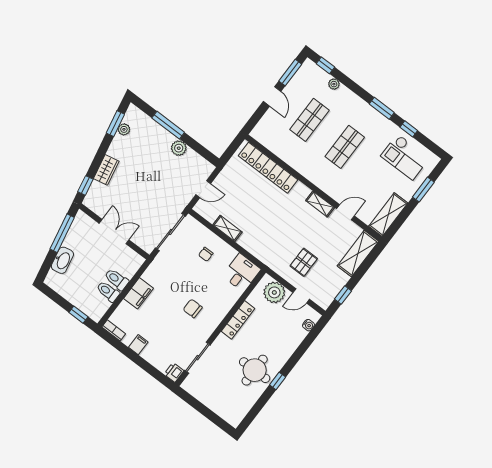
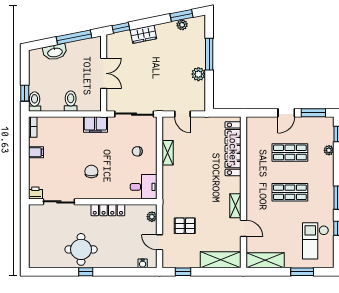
toilet: (108, 291) -> (35, 102), moved
plant: (274, 292) -> (152, 217), width x0.53, depth x0.53
filing cabinet: (138, 293) -> (95, 125), moved

